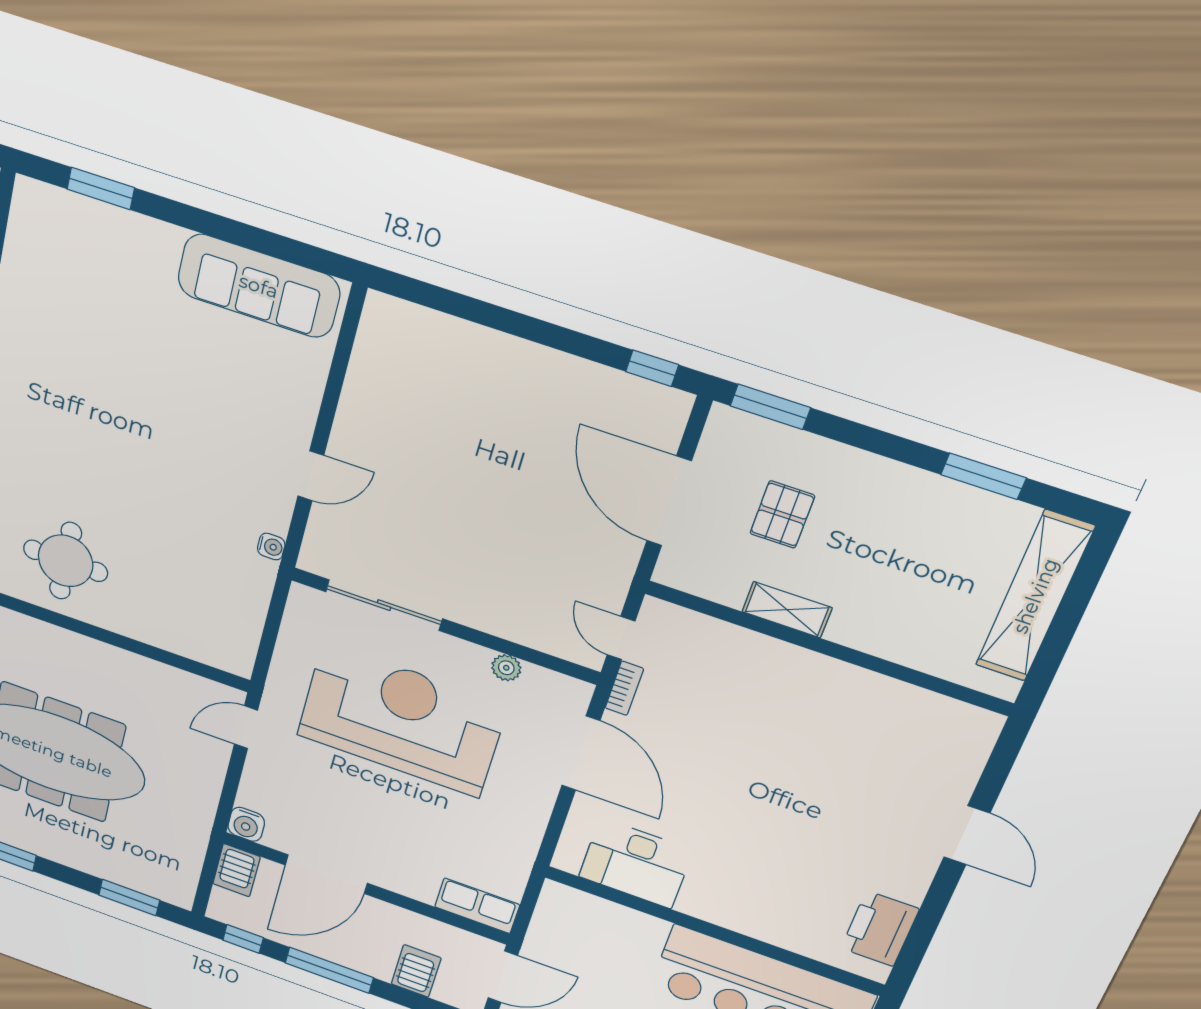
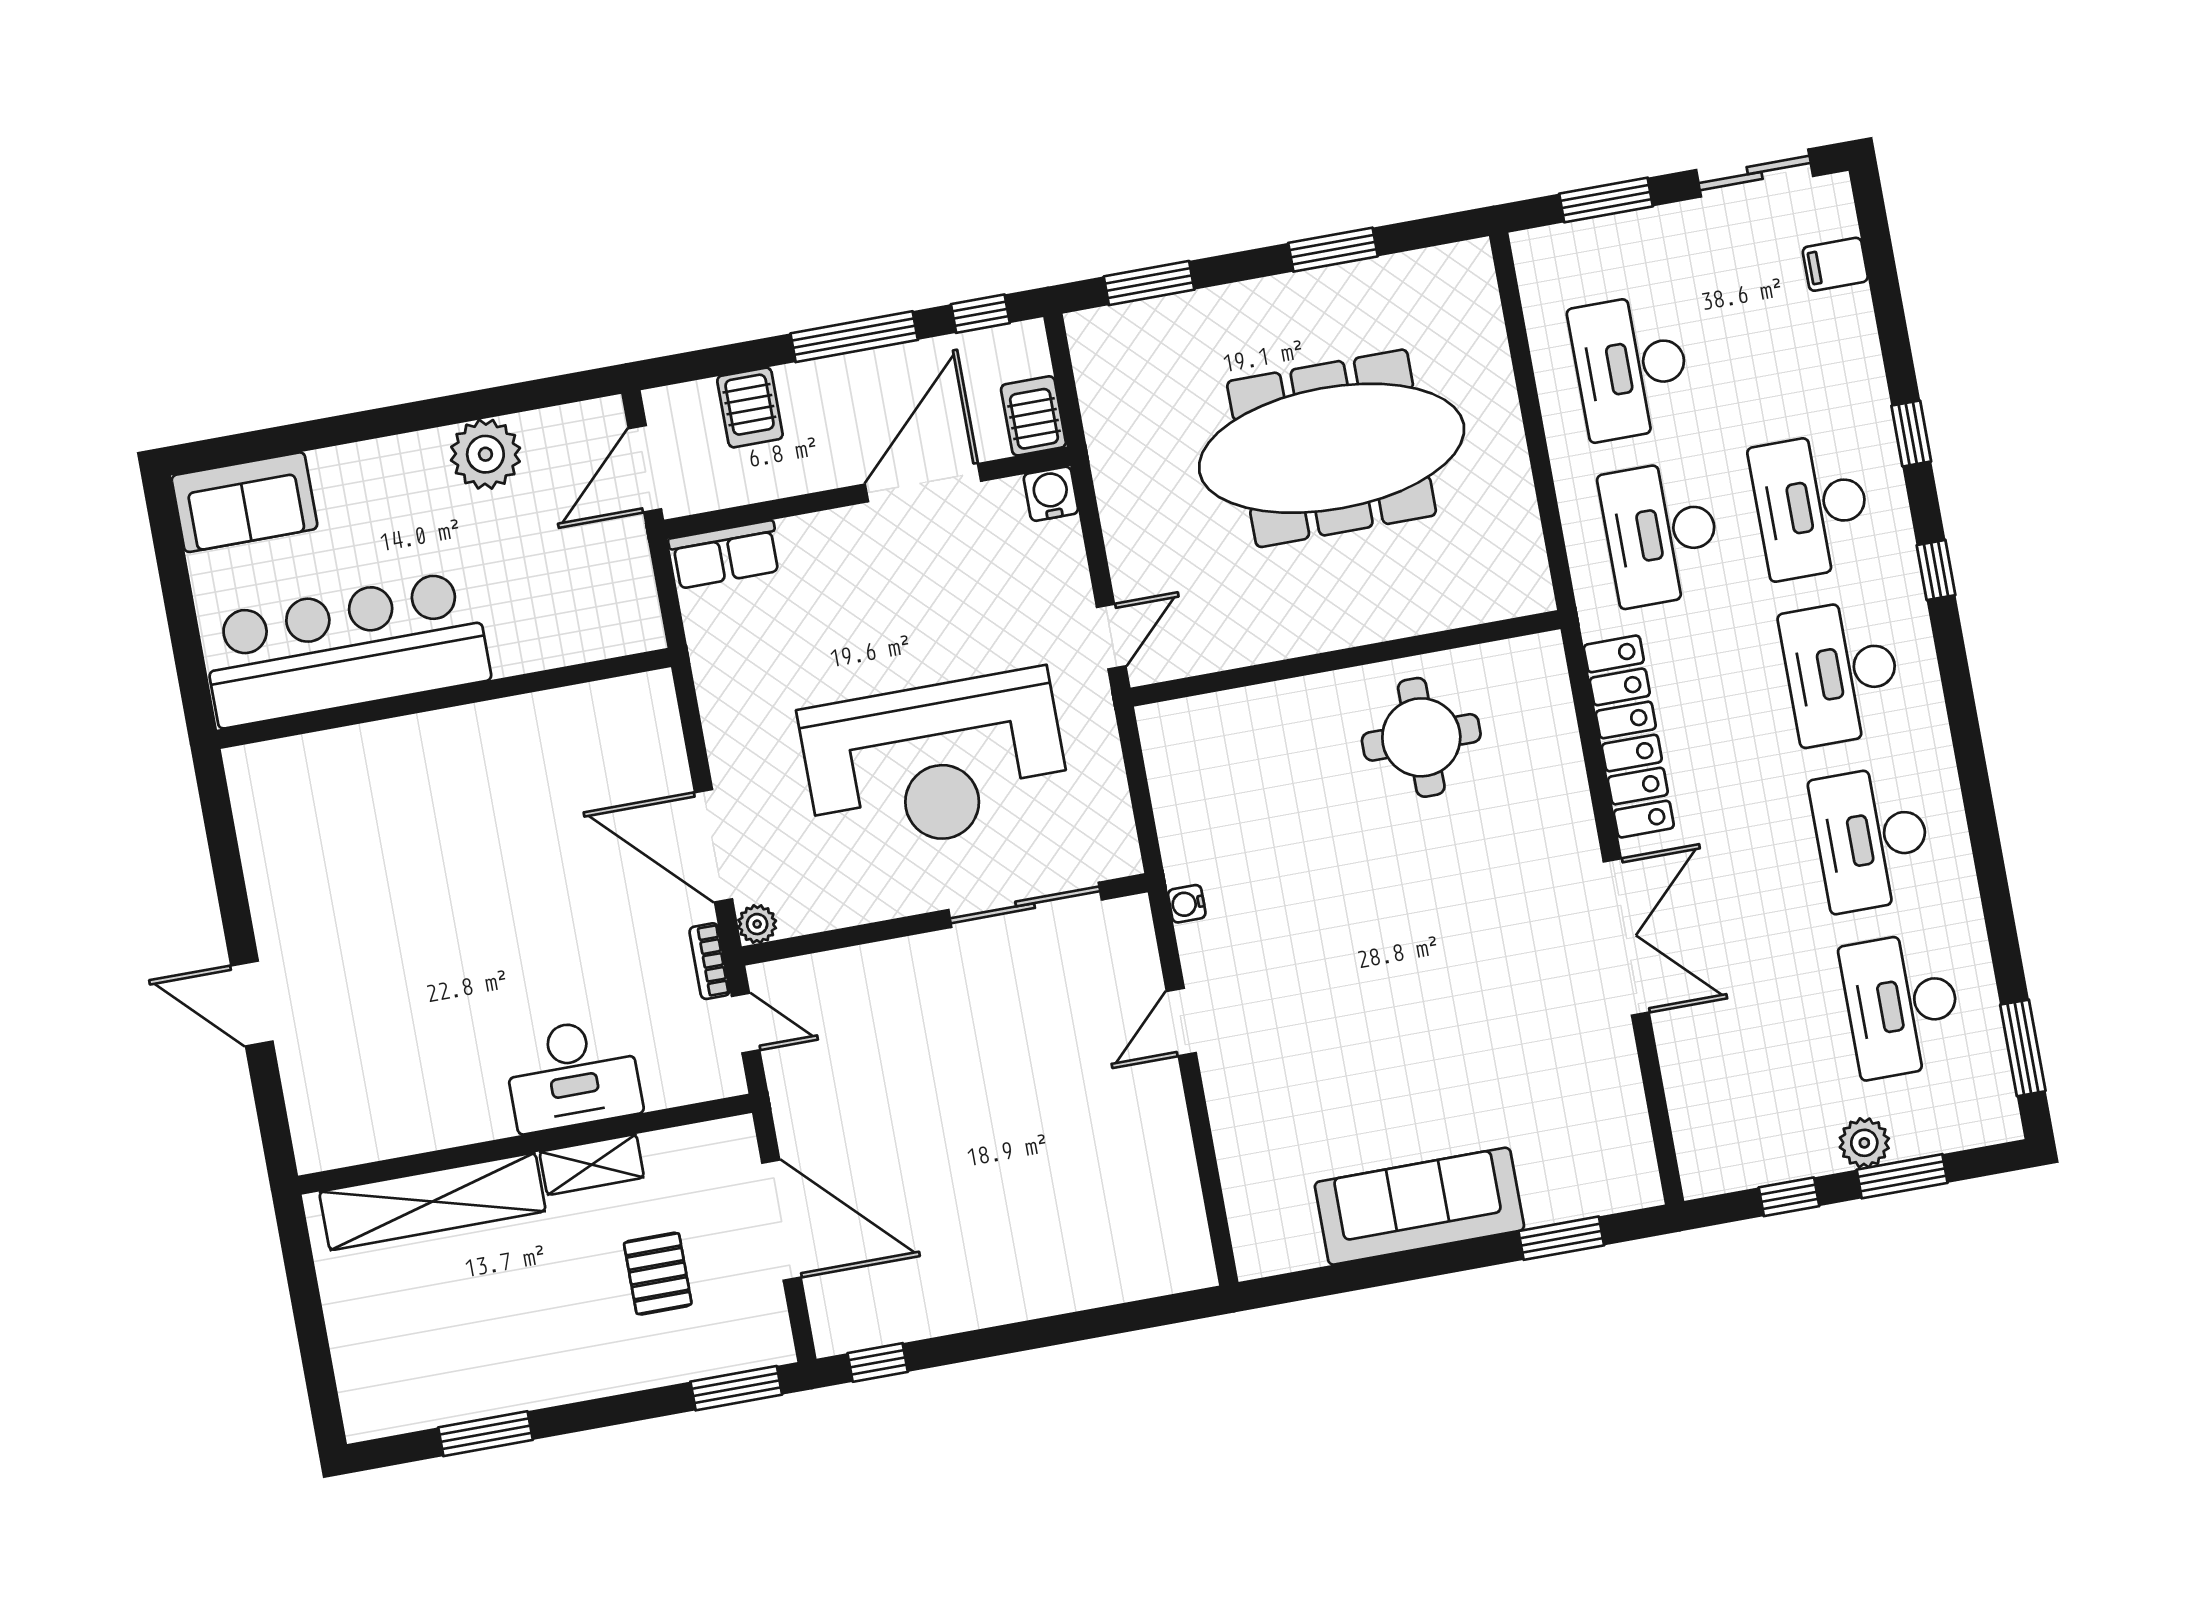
sofa: (259, 286) -> (1419, 1206), moved
shelving: (1035, 596) -> (432, 1201), moved, turned 90
plant: (506, 668) -> (757, 924), moved
desk: (636, 863) -> (573, 1075), moved, turned 180
printer: (880, 929) -> (270, 822), removed

